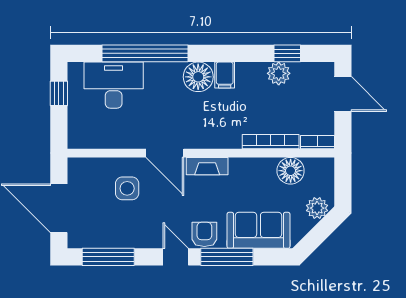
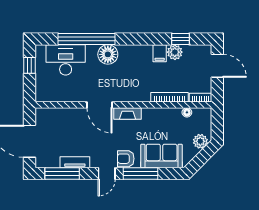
filing cabinet: (225, 75) -> (160, 53), moved
floor lamp: (198, 77) -> (108, 54), moved
floor lamp: (291, 171) -> (187, 112), width x0.53, depth x0.53
side table: (127, 188) -> (75, 128), removed
armchair: (204, 234) -> (126, 159), turned -90
tv unit: (128, 240) -> (75, 162), added
door: (176, 257) -> (107, 174), swing flipped

